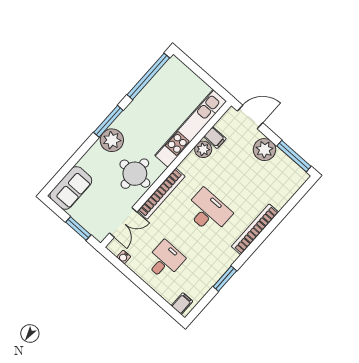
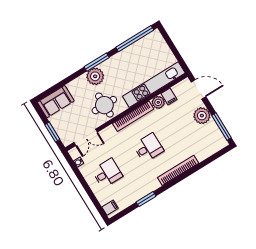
bookcase: (161, 194) -> (133, 116), moved
desk: (208, 212) -> (148, 148), width x0.73

